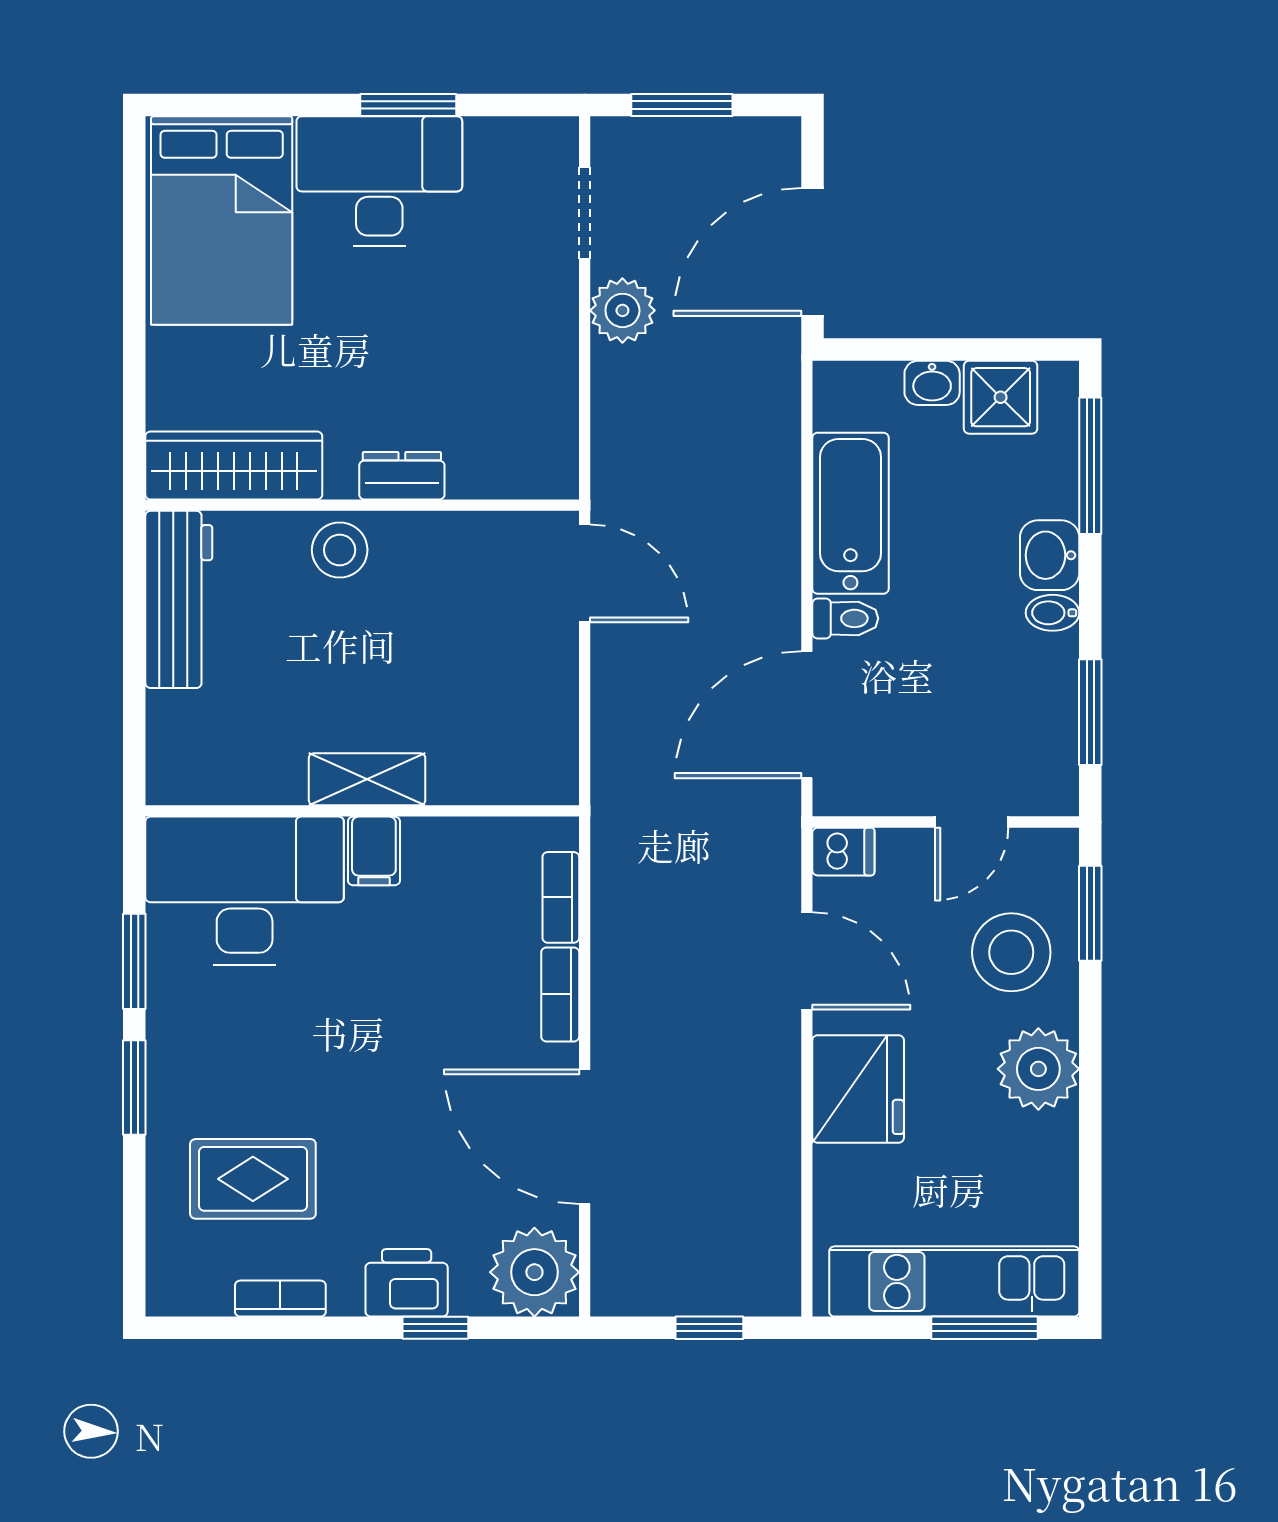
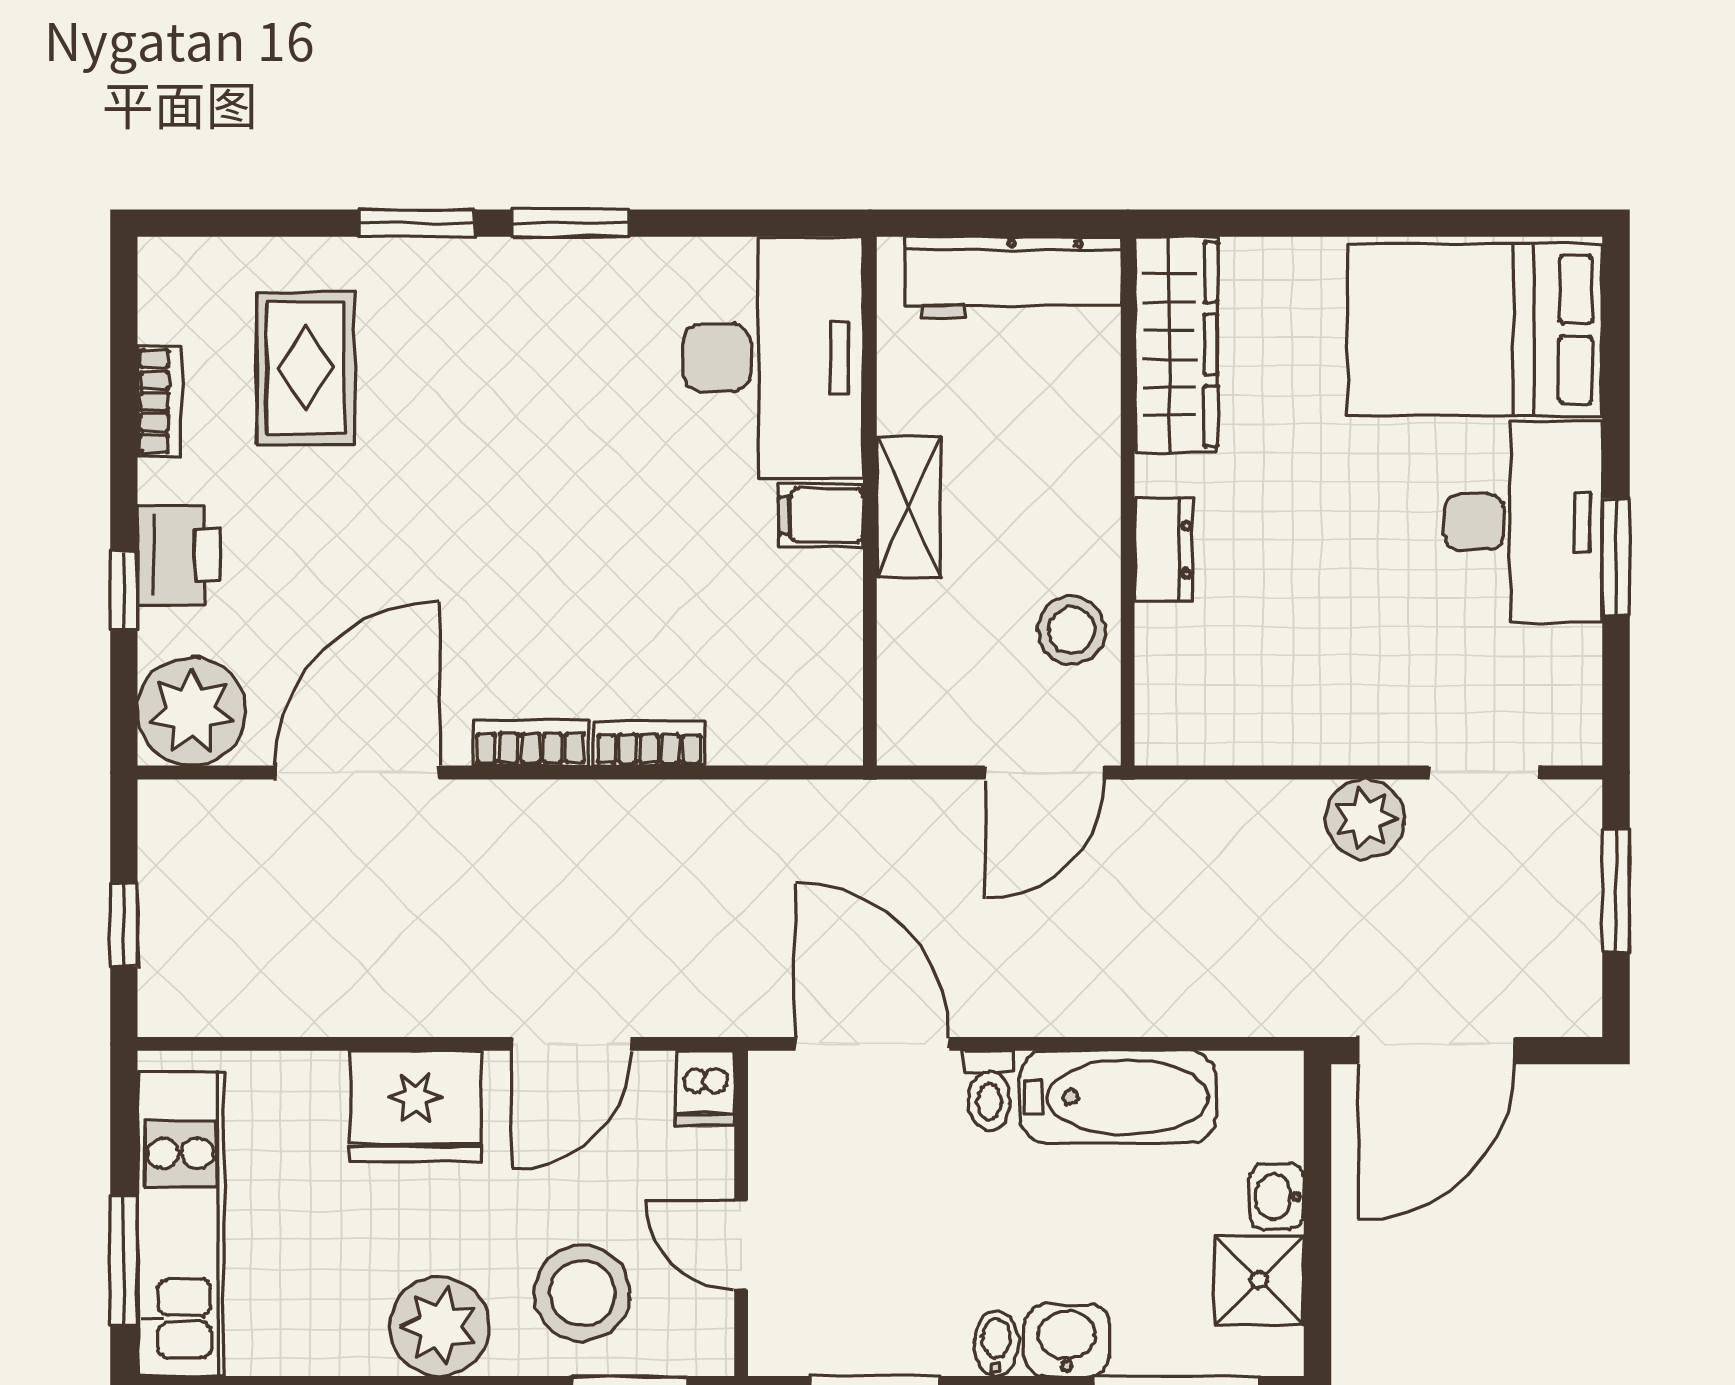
door: (812, 252) -> (1437, 1051), swing flipped
stool: (340, 550) -> (1071, 630), moved
shelving: (367, 779) -> (909, 507), moved
wall: (362, 811) -> (870, 501), moved
filing cabinet: (374, 851) -> (821, 515), moved
desk: (245, 891) -> (773, 358), moved

